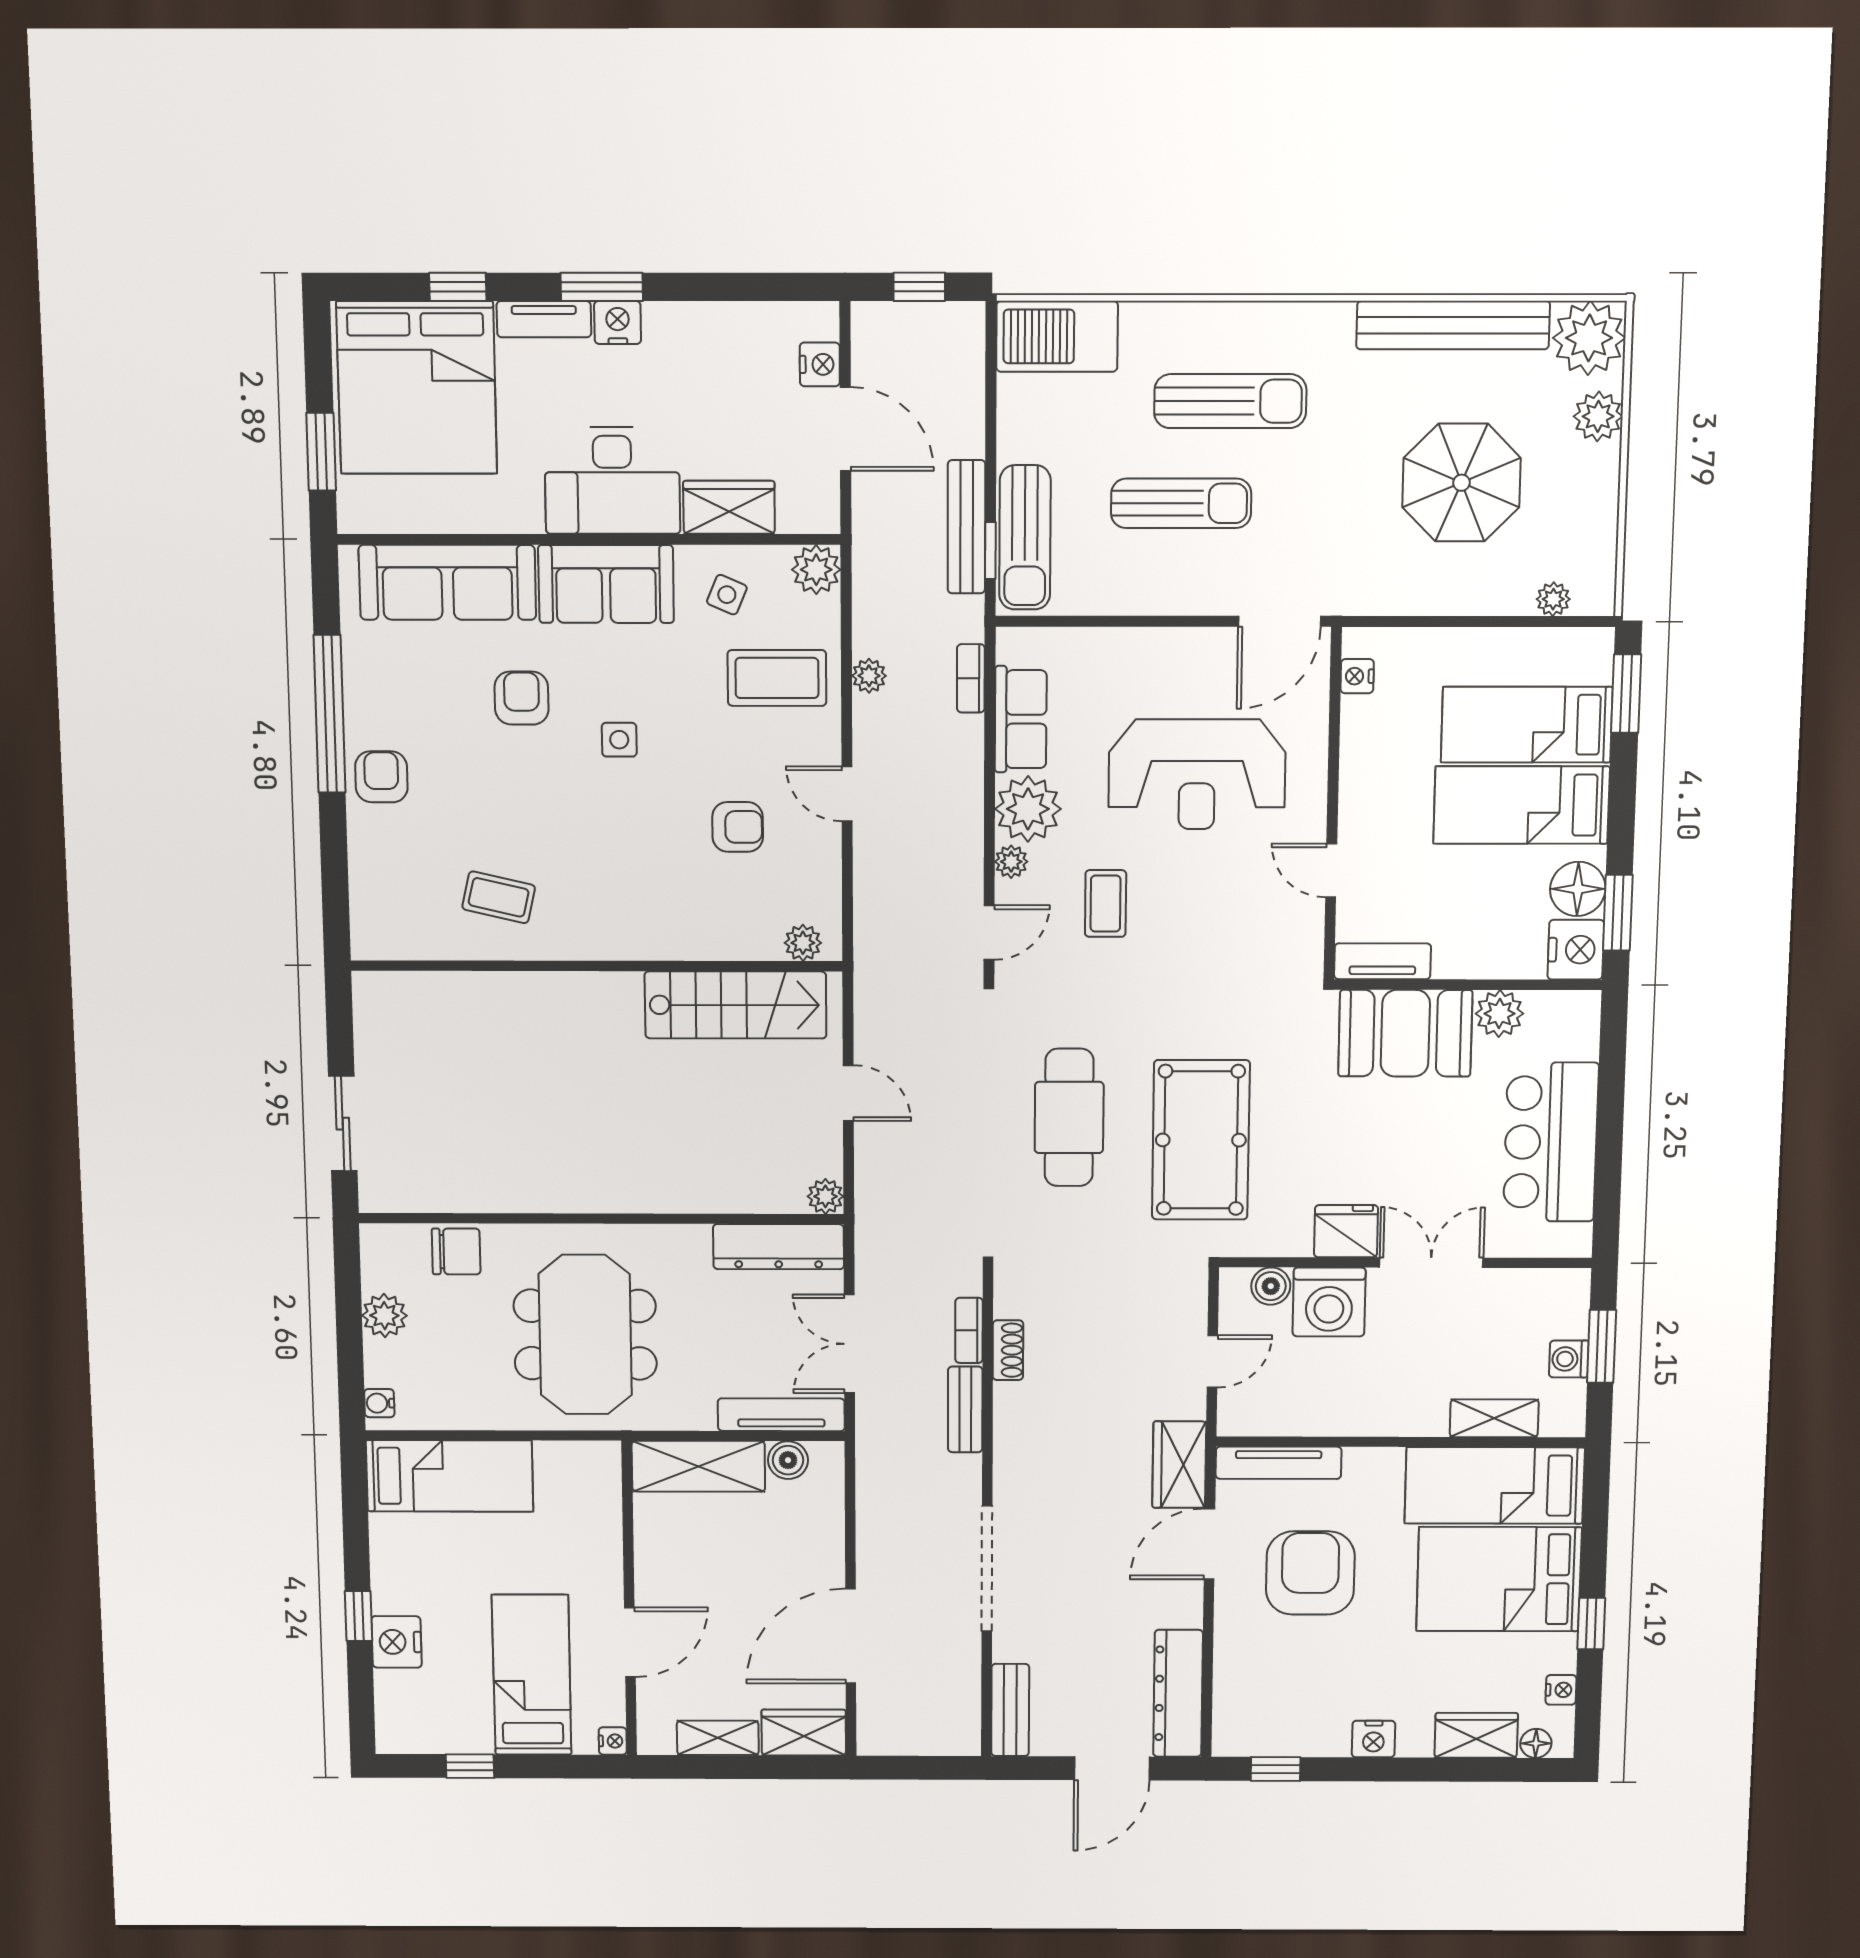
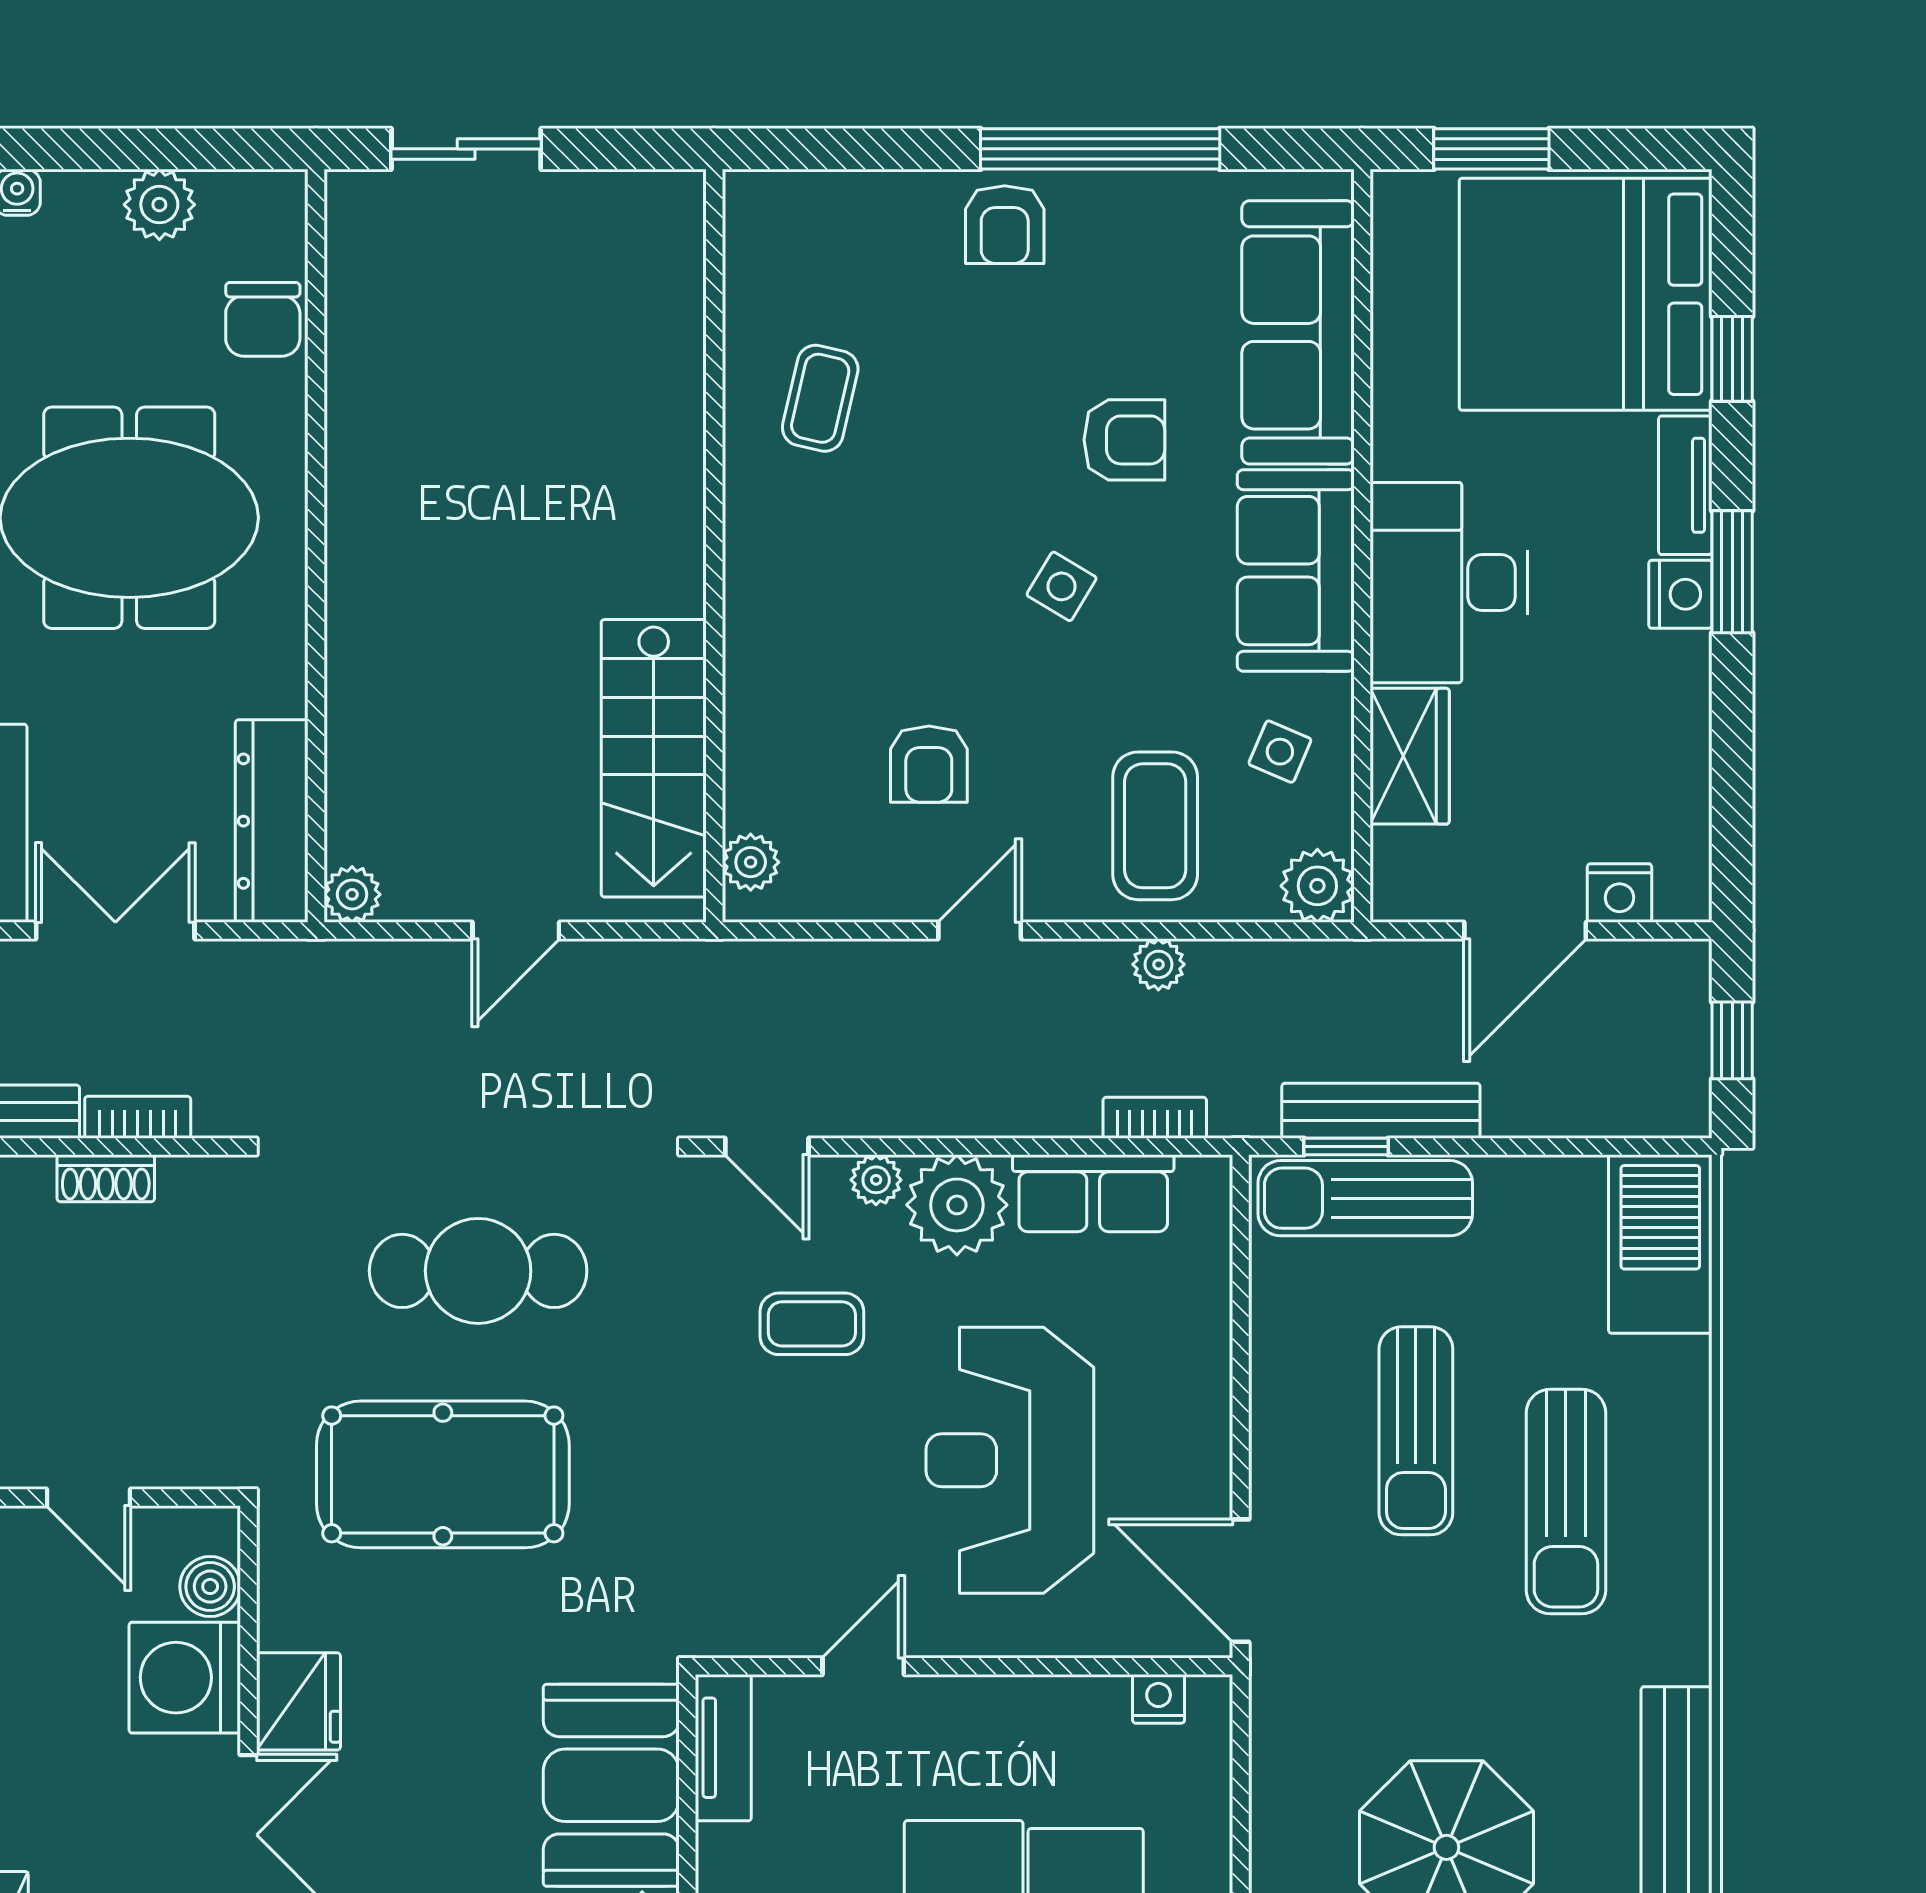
side table: (619, 740) -> (1062, 586), turned 31
armchair: (381, 777) -> (1005, 225), turned 90

